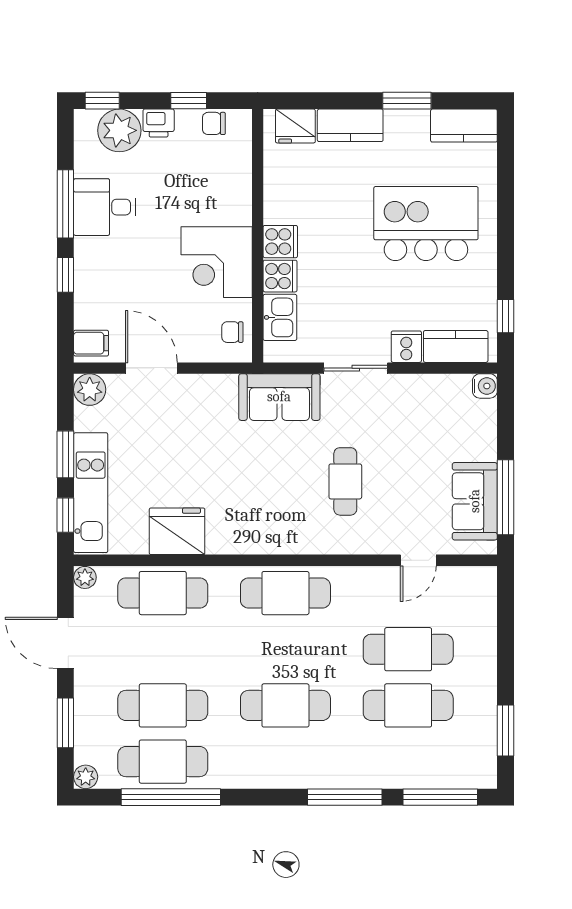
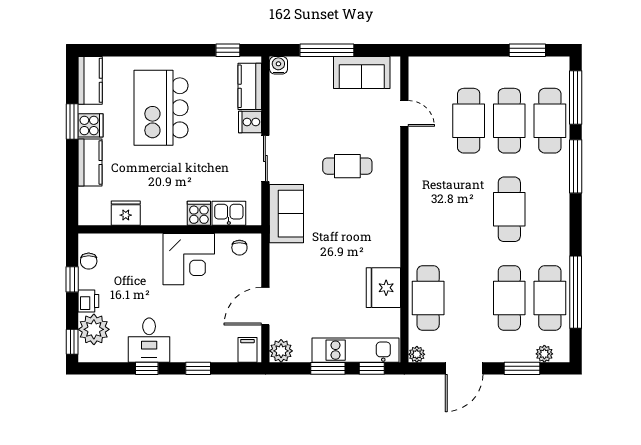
fridge: (295, 126) -> (126, 213), moved, turned -90
window: (65, 204) -> (147, 368), width x0.46
cooker: (280, 242) -> (91, 125), moved, turned 90
window: (506, 497) -> (327, 50), moved
cafe table: (285, 593) -> (550, 121), moved
plant: (86, 777) -> (544, 354), moved

